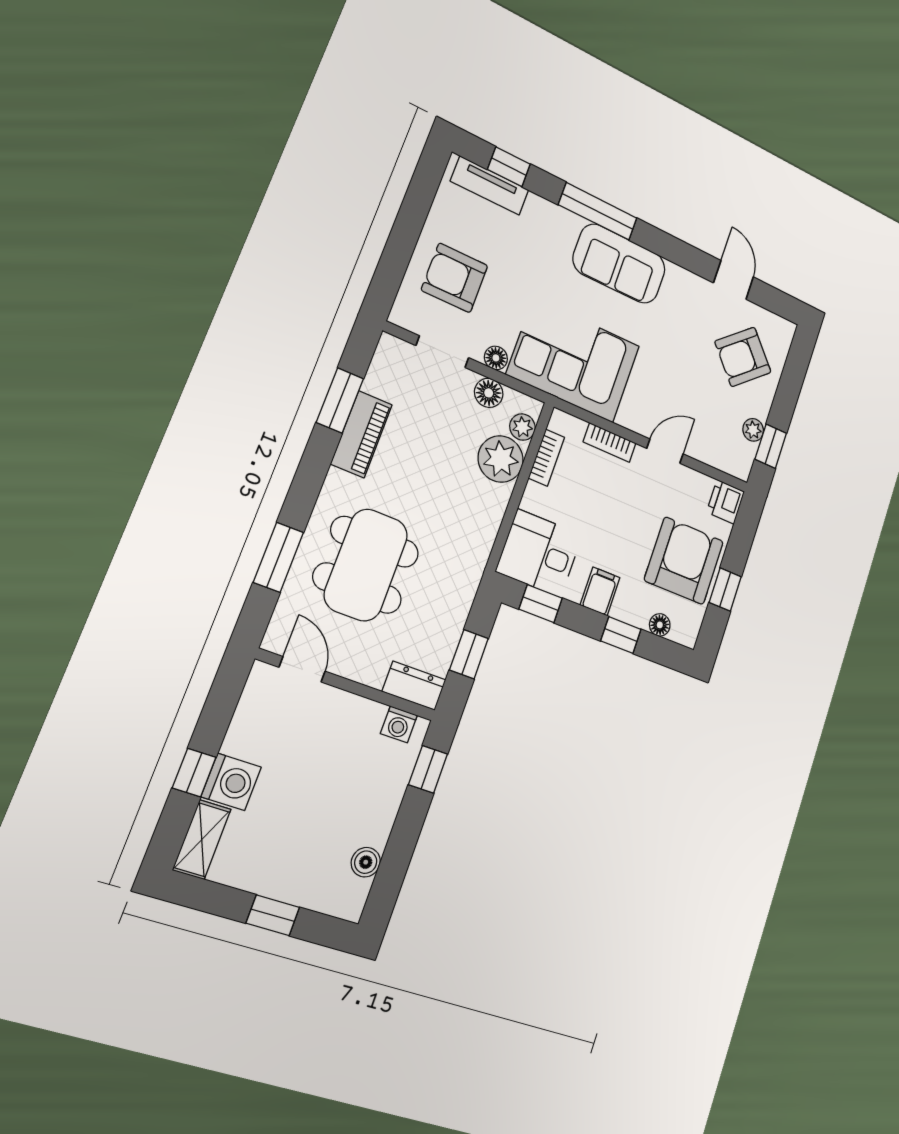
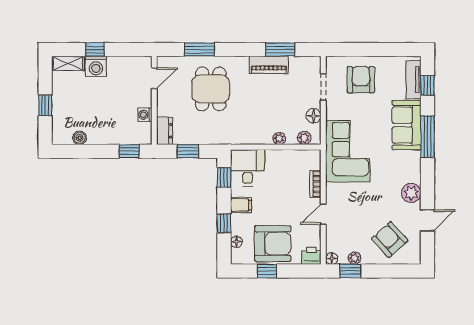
sofa: (619, 264) -> (407, 125), moved
plant: (681, 285) -> (411, 193), added
floor lamp: (496, 358) -> (332, 258), moved
door: (665, 451) -> (323, 214), swing flipped
bookcase: (546, 458) -> (295, 155), removed
plant: (501, 459) -> (279, 138), width x0.53, depth x0.53
dining table: (366, 565) -> (211, 89), width x0.73
washing machine: (399, 724) -> (145, 115), moved

